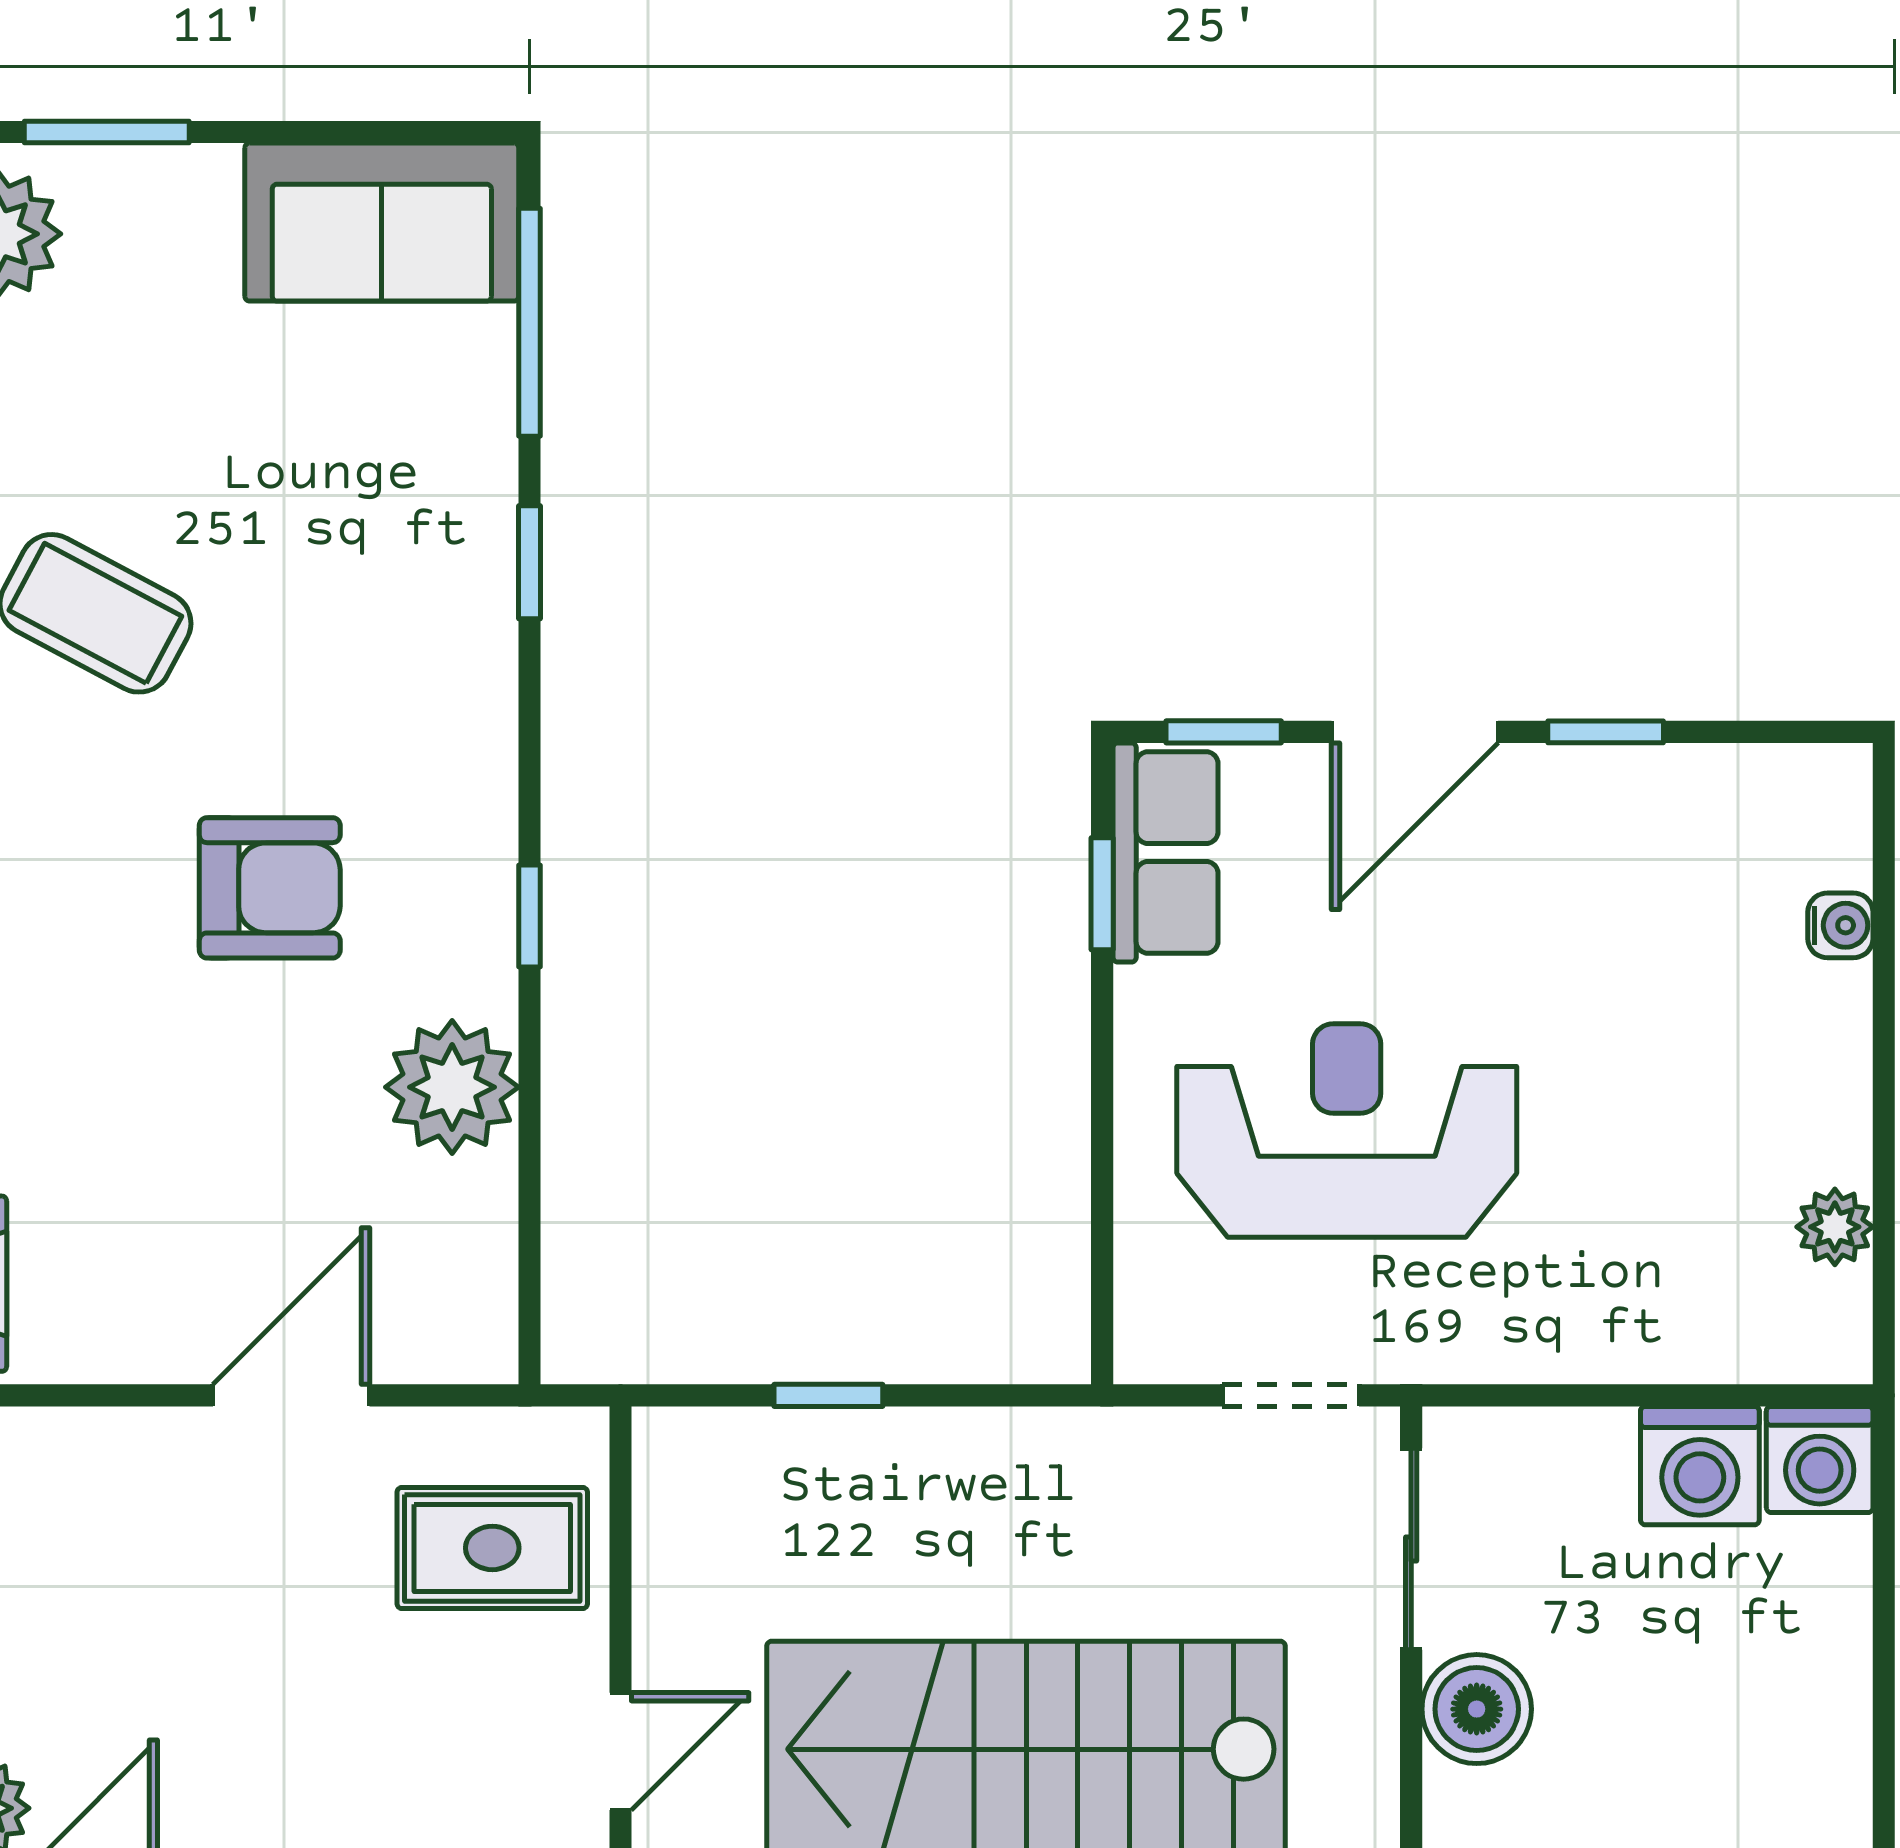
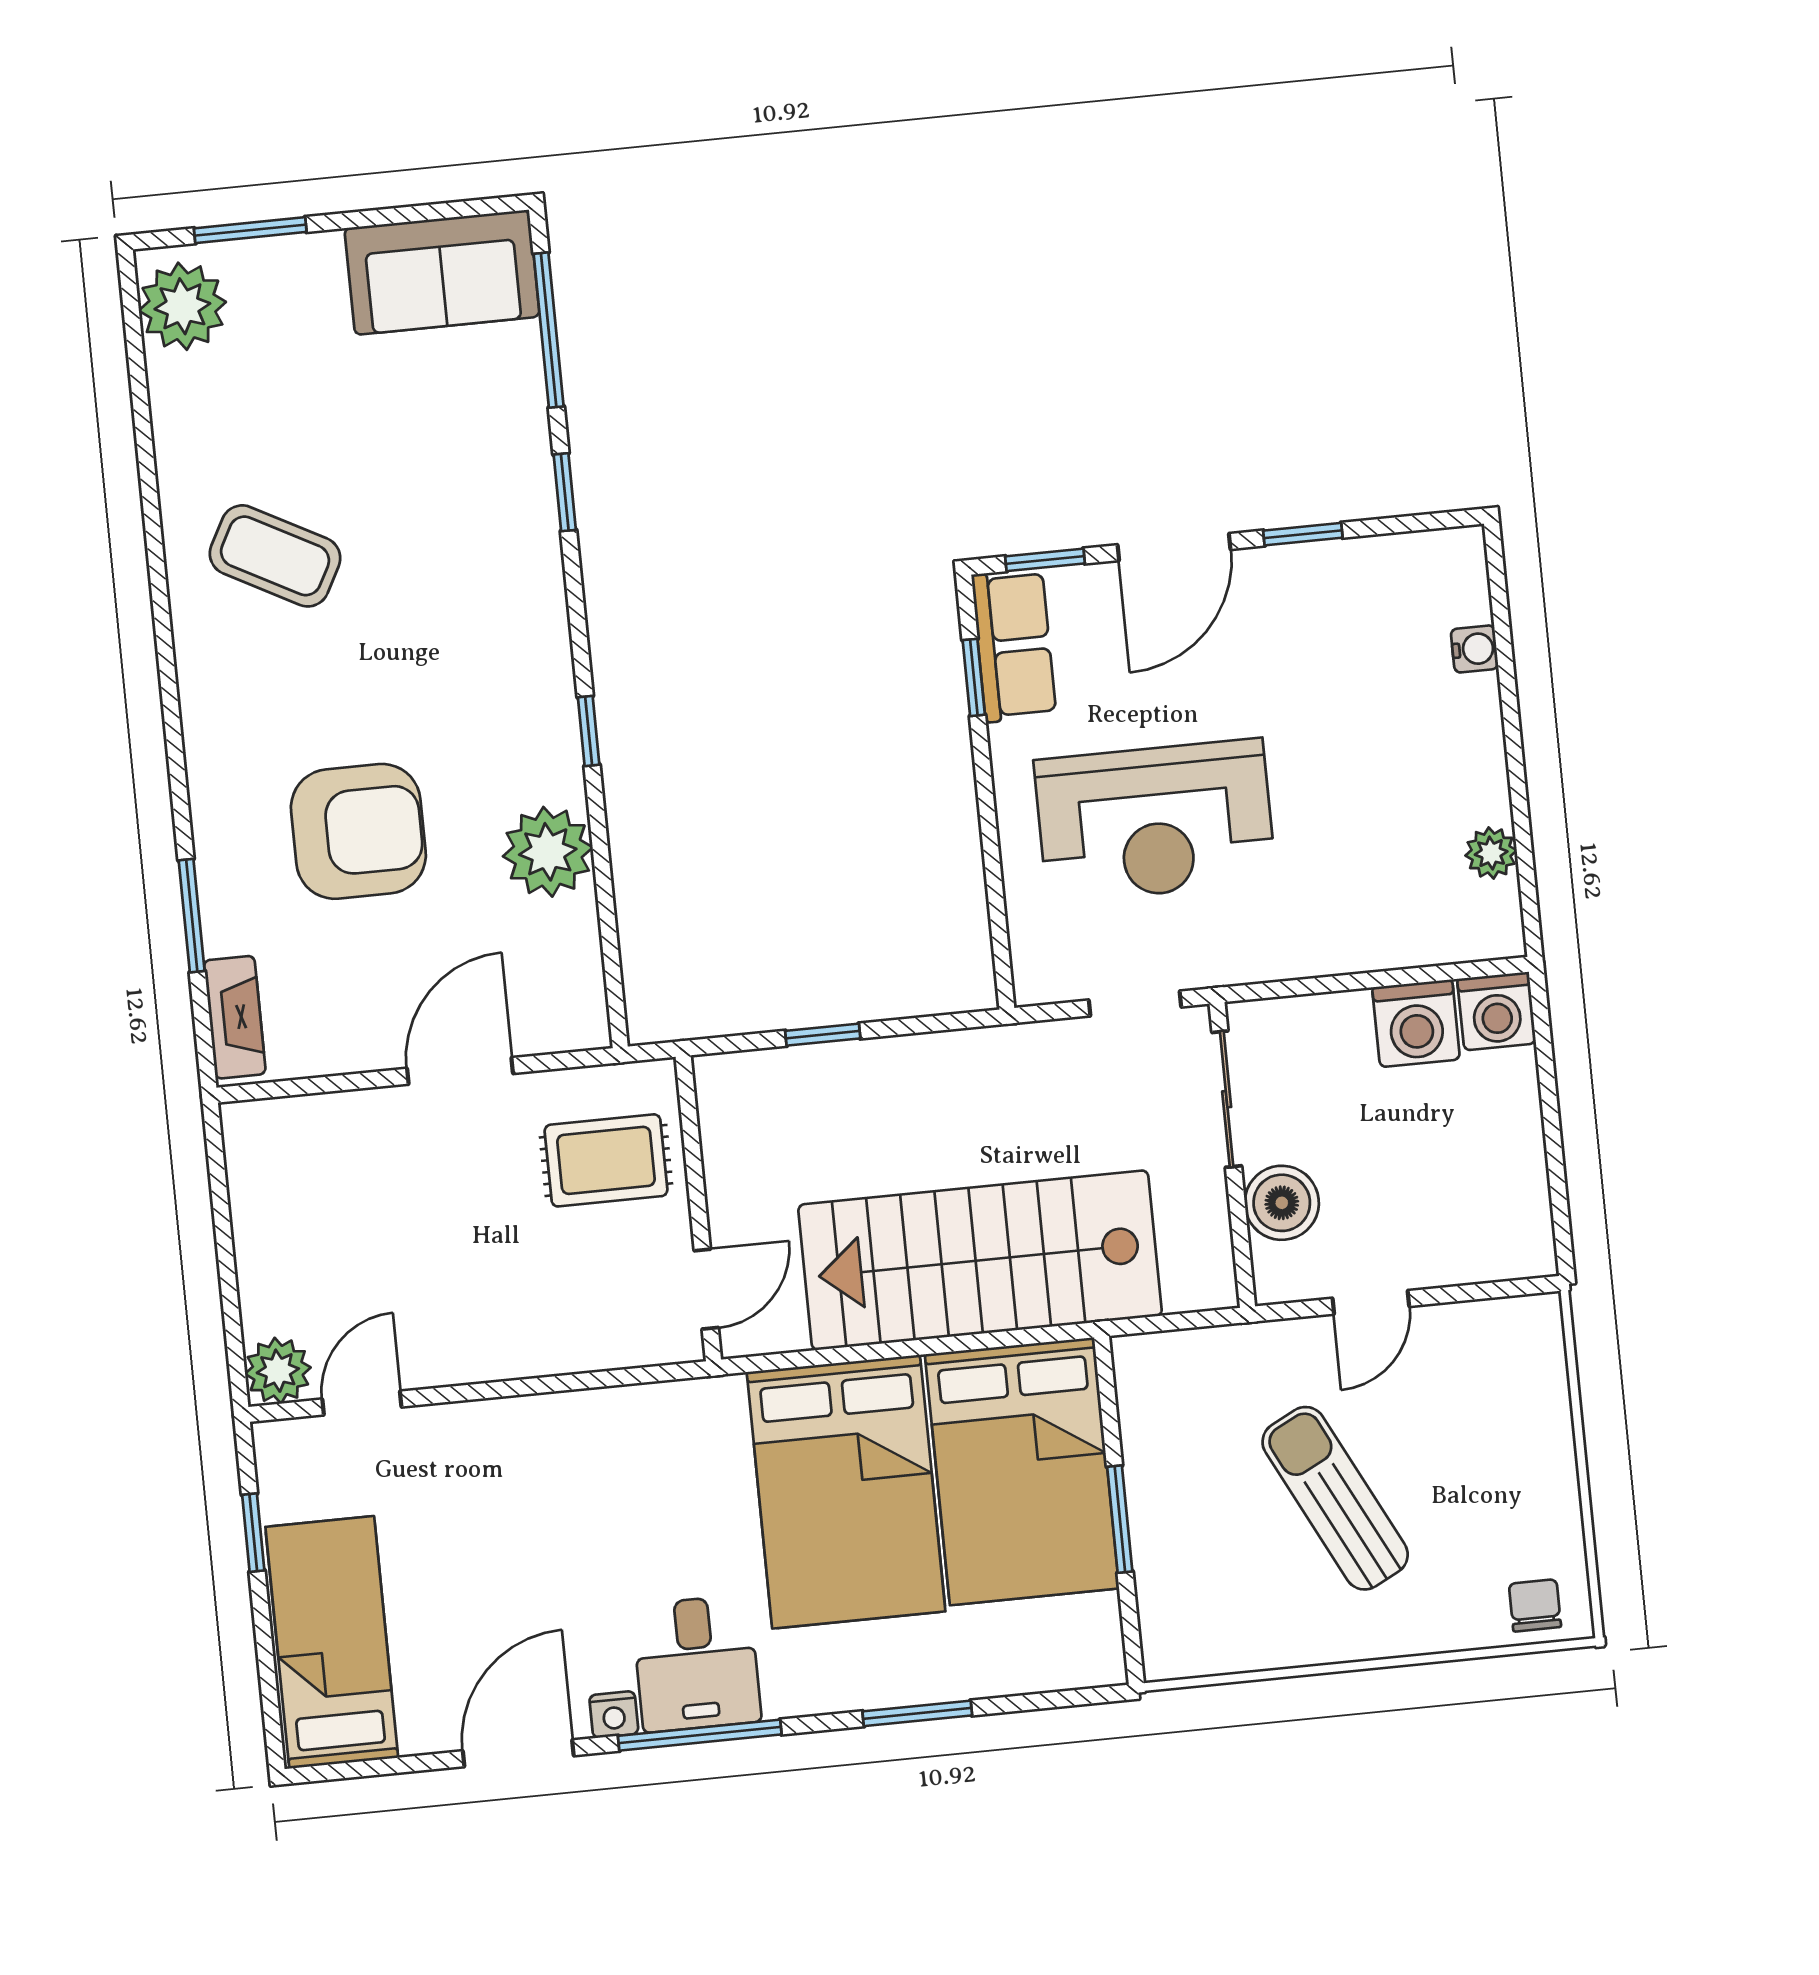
armchair: (270, 888) -> (358, 831), moved, width x1.36, depth x1.36
reception desk: (1347, 1131) -> (1155, 821), turned 180

